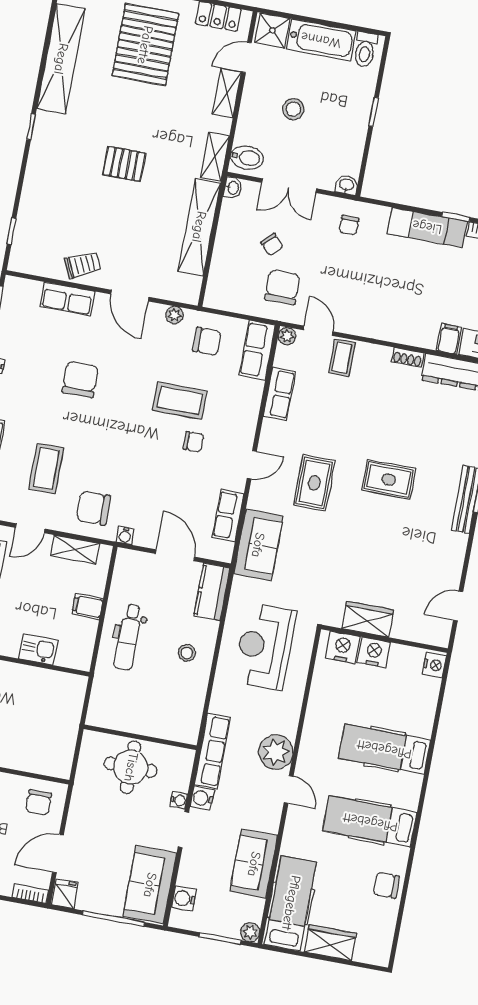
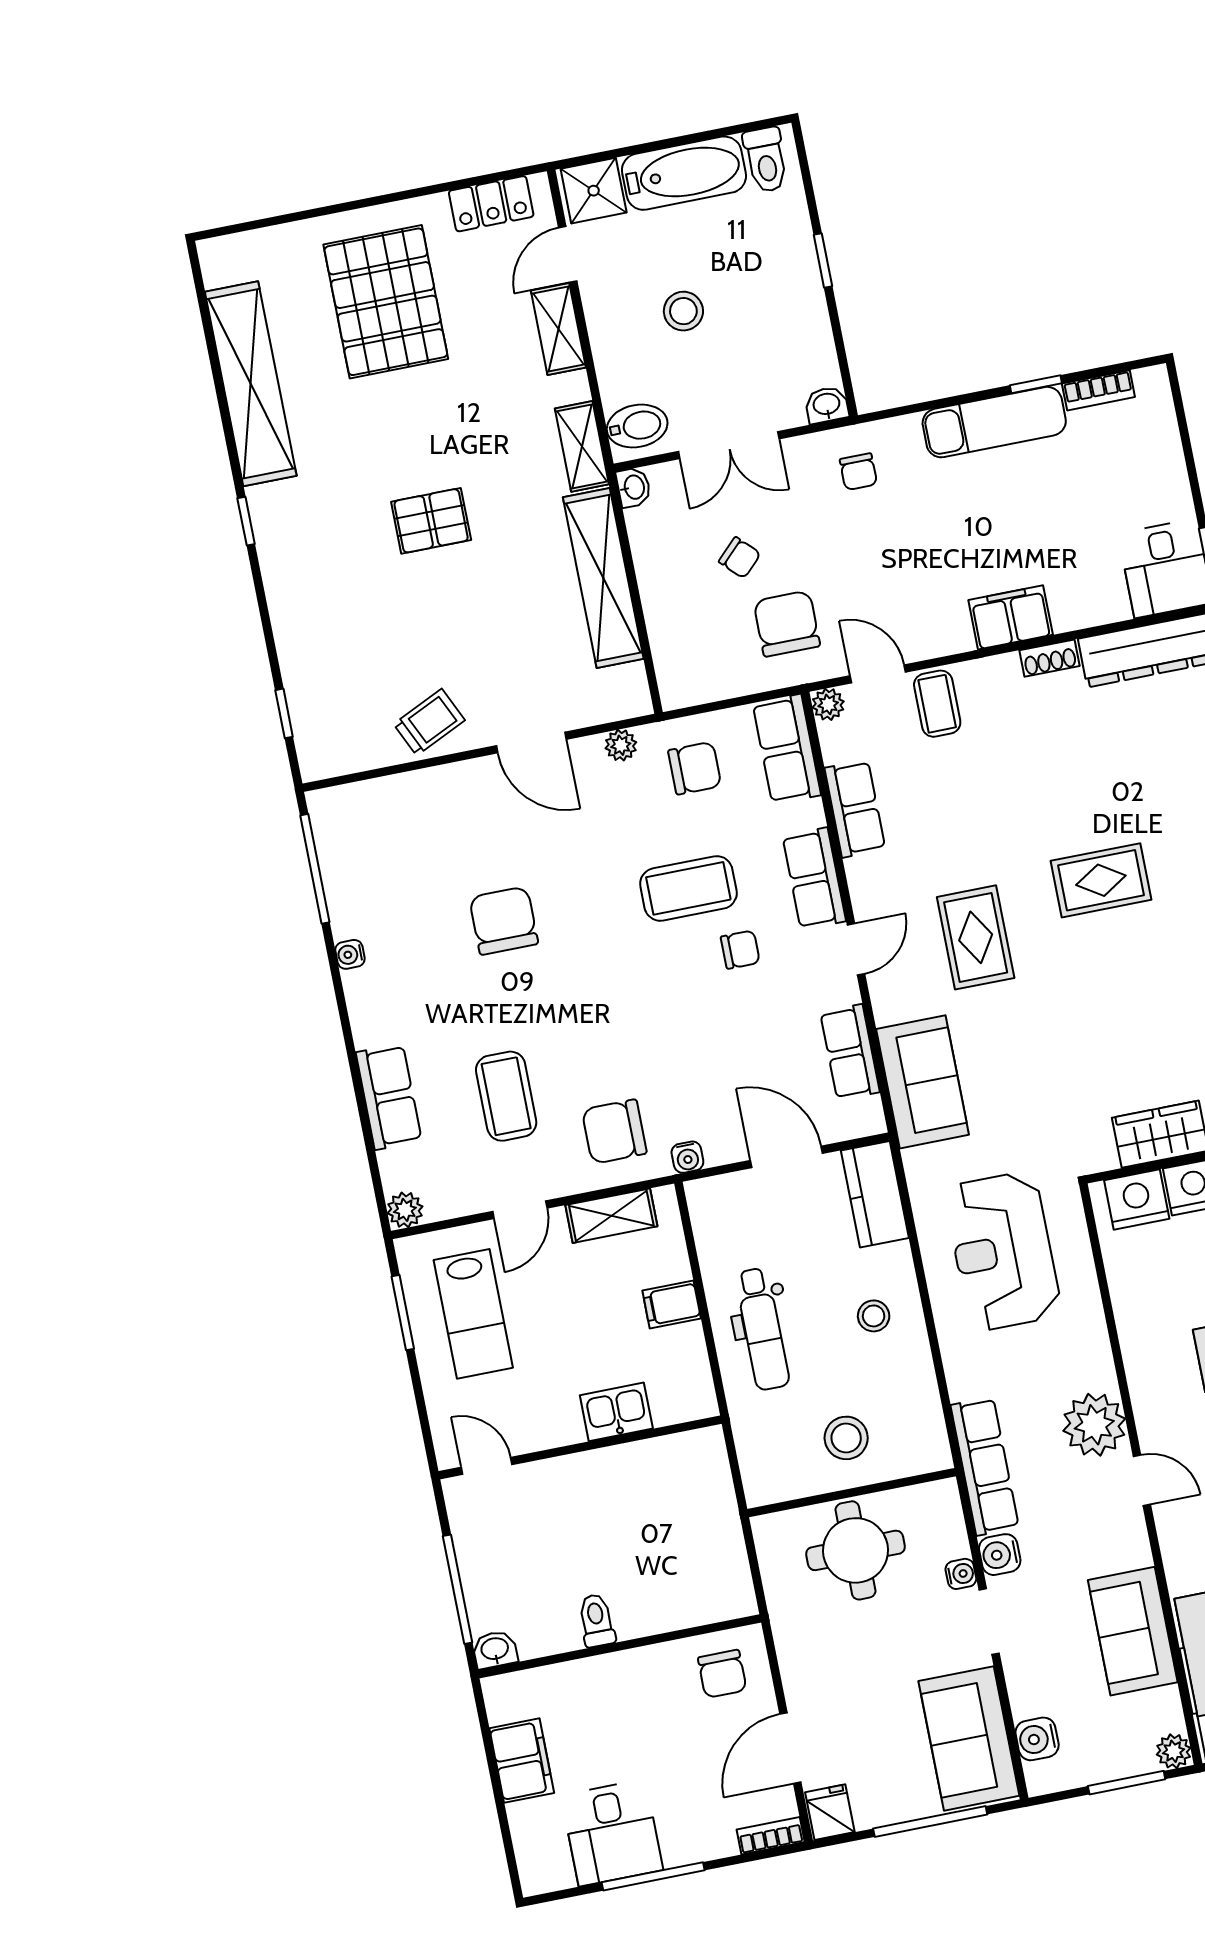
row of seats: (67, 299) -> (814, 879), moved, turned 90
filing cabinet: (449, 339) -> (1011, 617), moved, width x2.00
stool: (148, 709) -> (846, 1438), added

